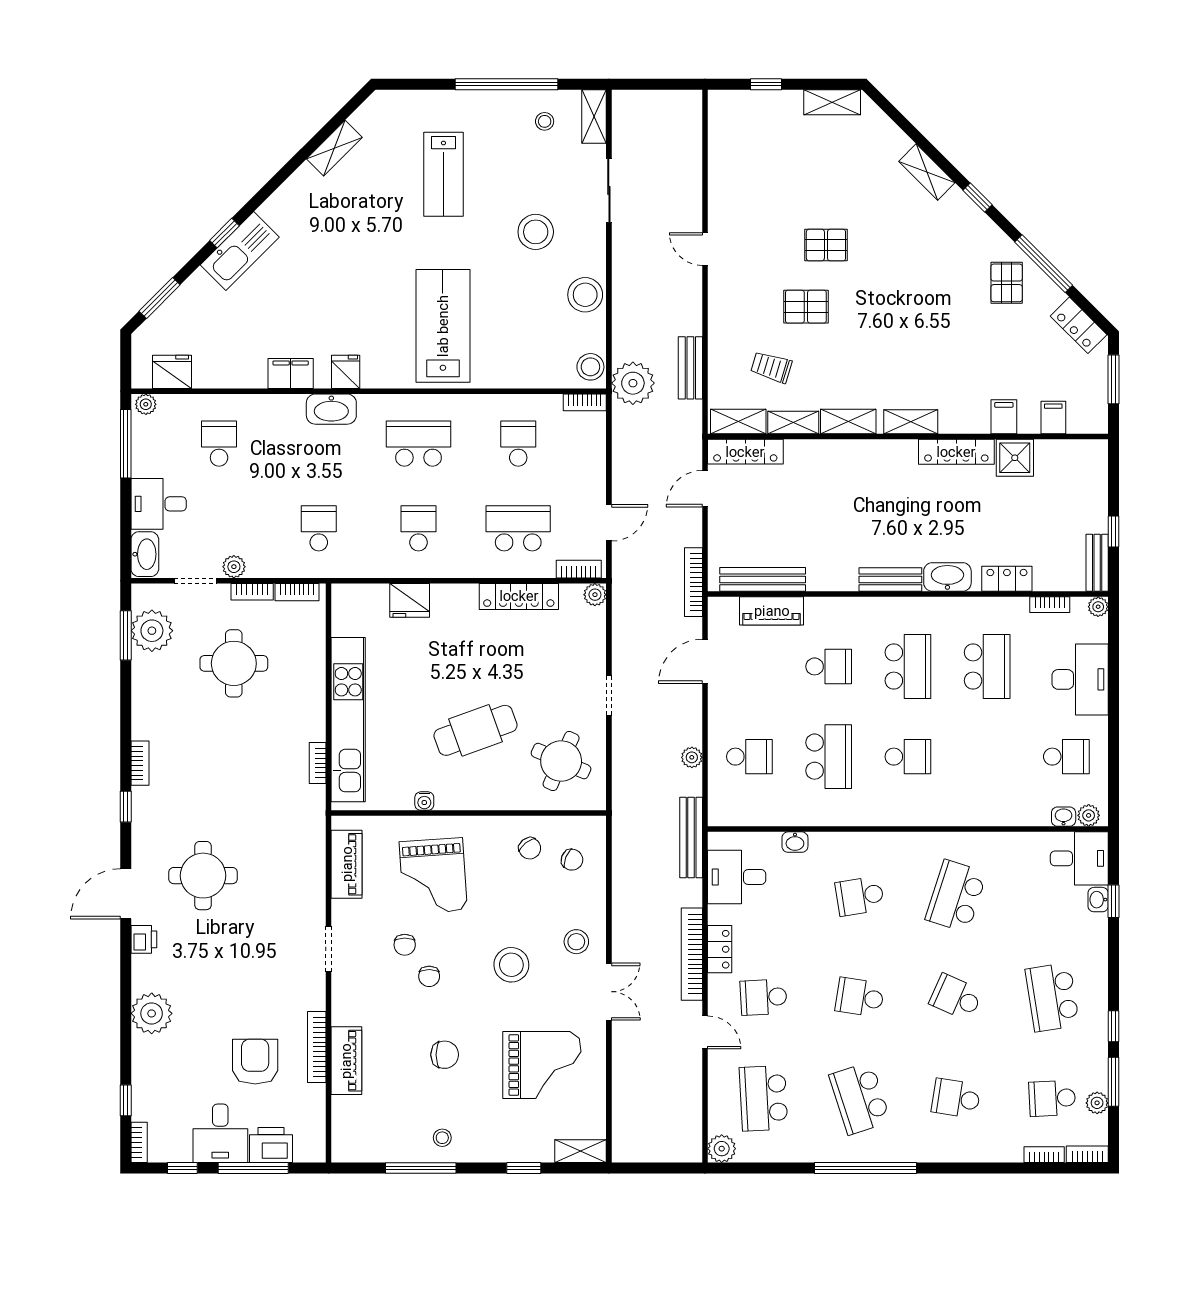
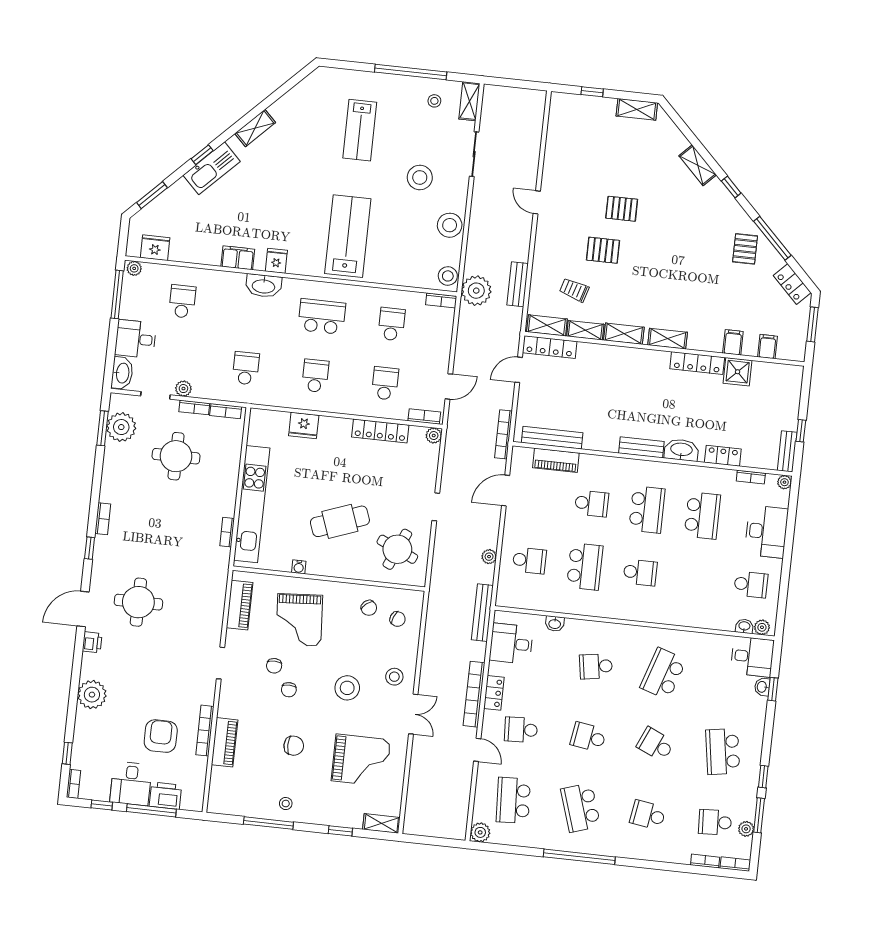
shelving: (334, 148) -> (255, 128), moved
school desk: (518, 528) -> (385, 383), width x0.54

